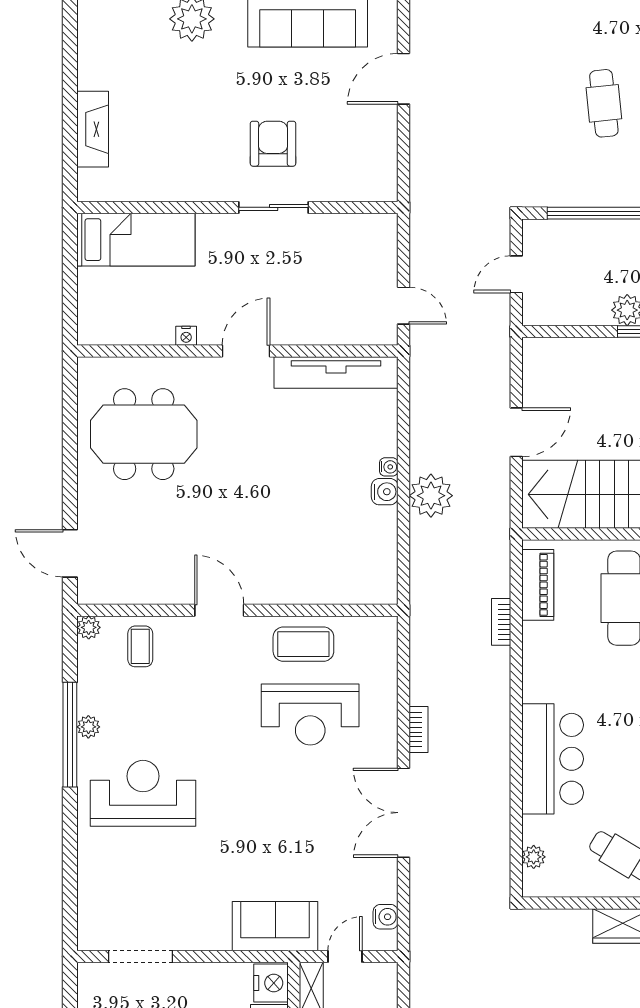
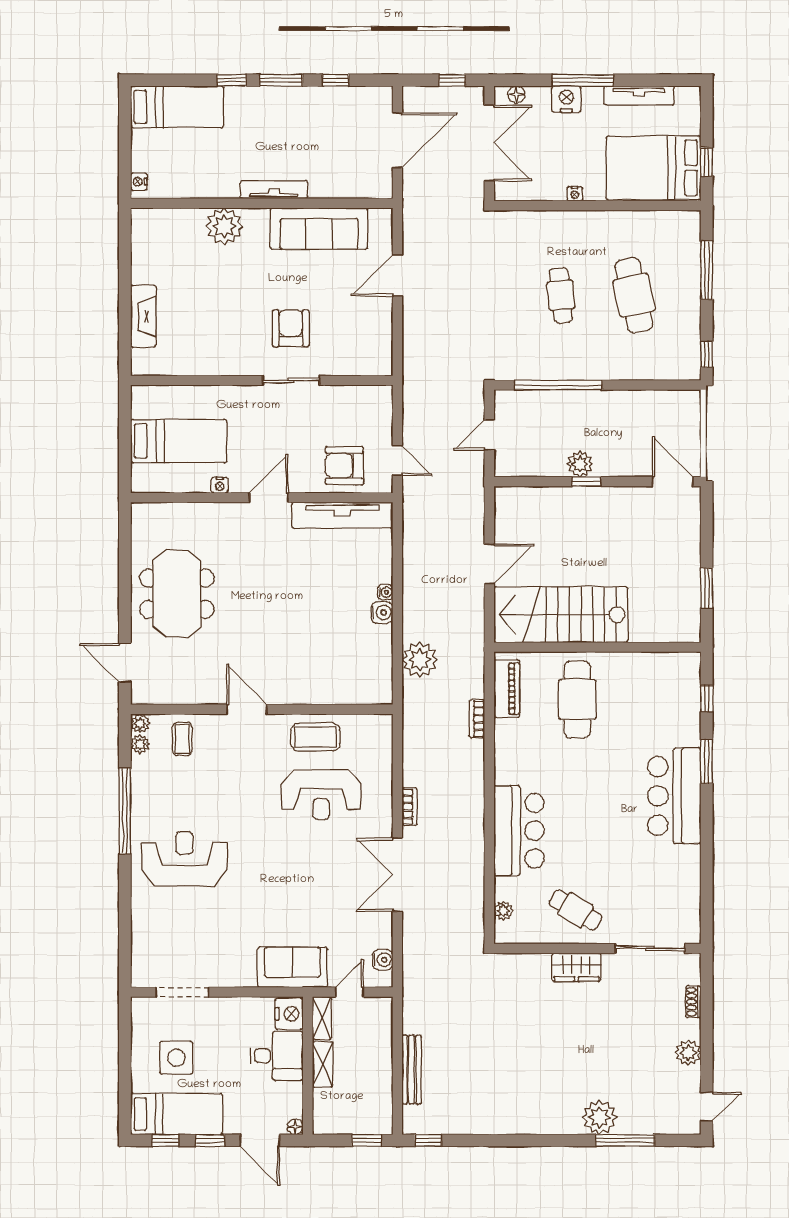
bed: (136, 240) -> (179, 441), moved
armchair: (339, 312) -> (344, 466), added
meeting table: (144, 434) -> (177, 594), moved, turned 90
plant: (431, 496) -> (420, 659), moved
plant: (88, 727) -> (140, 744), moved

